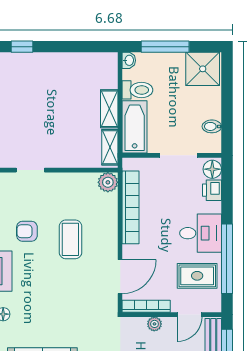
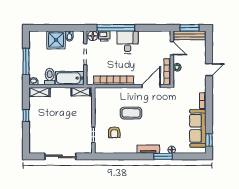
window: (22, 47) -> (26, 116), moved
shower: (203, 69) -> (56, 40), moved
shelving: (109, 109) -> (39, 92), moved
plant: (108, 182) -> (100, 93), removed
armchair: (27, 231) -> (114, 132), moved
window: (227, 259) -> (116, 28), moved
rug: (197, 276) -> (151, 44), removed
door: (120, 277) -> (151, 86), hinge flipped

